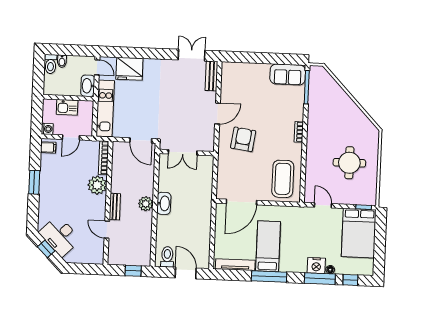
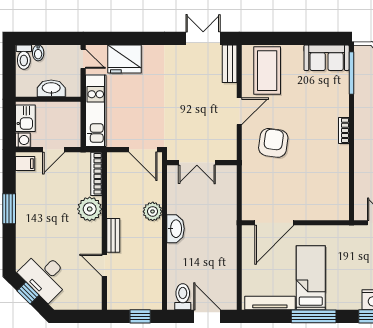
washbasin: (88, 86) -> (51, 88), moved, turned 90
kitchen sink: (67, 107) -> (25, 118), moved, turned -90
coffee table: (283, 179) -> (267, 71), moved
plant: (146, 204) -> (153, 211), moved

